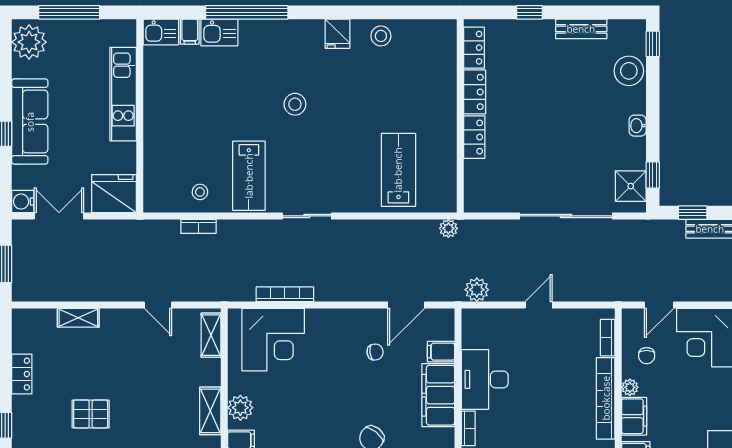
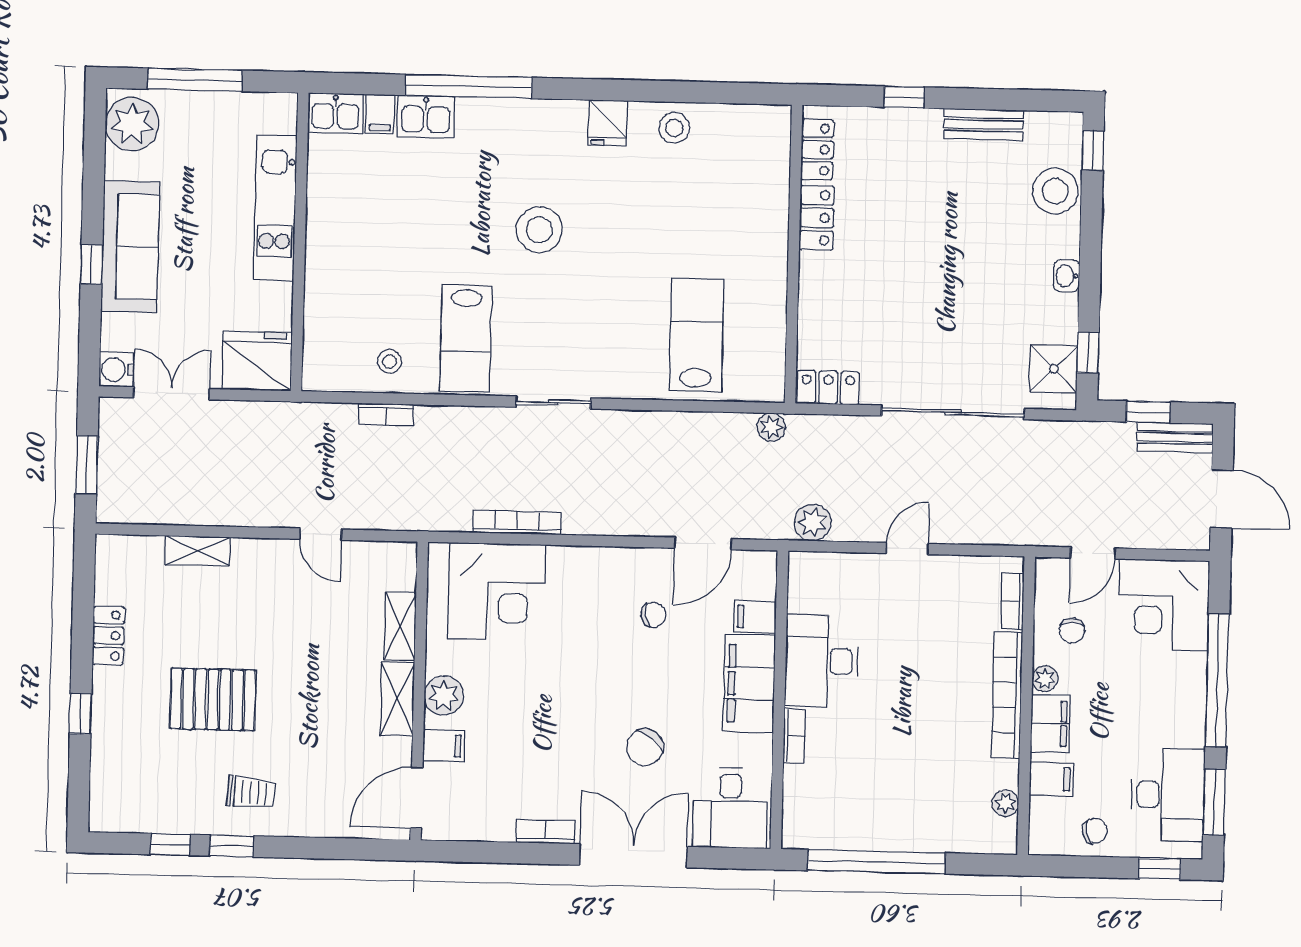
stool: (295, 104) -> (539, 230), width x1.38, depth x1.38
locker: (474, 137) -> (828, 388), moved, turned -90
shelving: (211, 335) -> (400, 626), moved
pallet: (91, 414) -> (213, 699), width x1.50, depth x1.42

